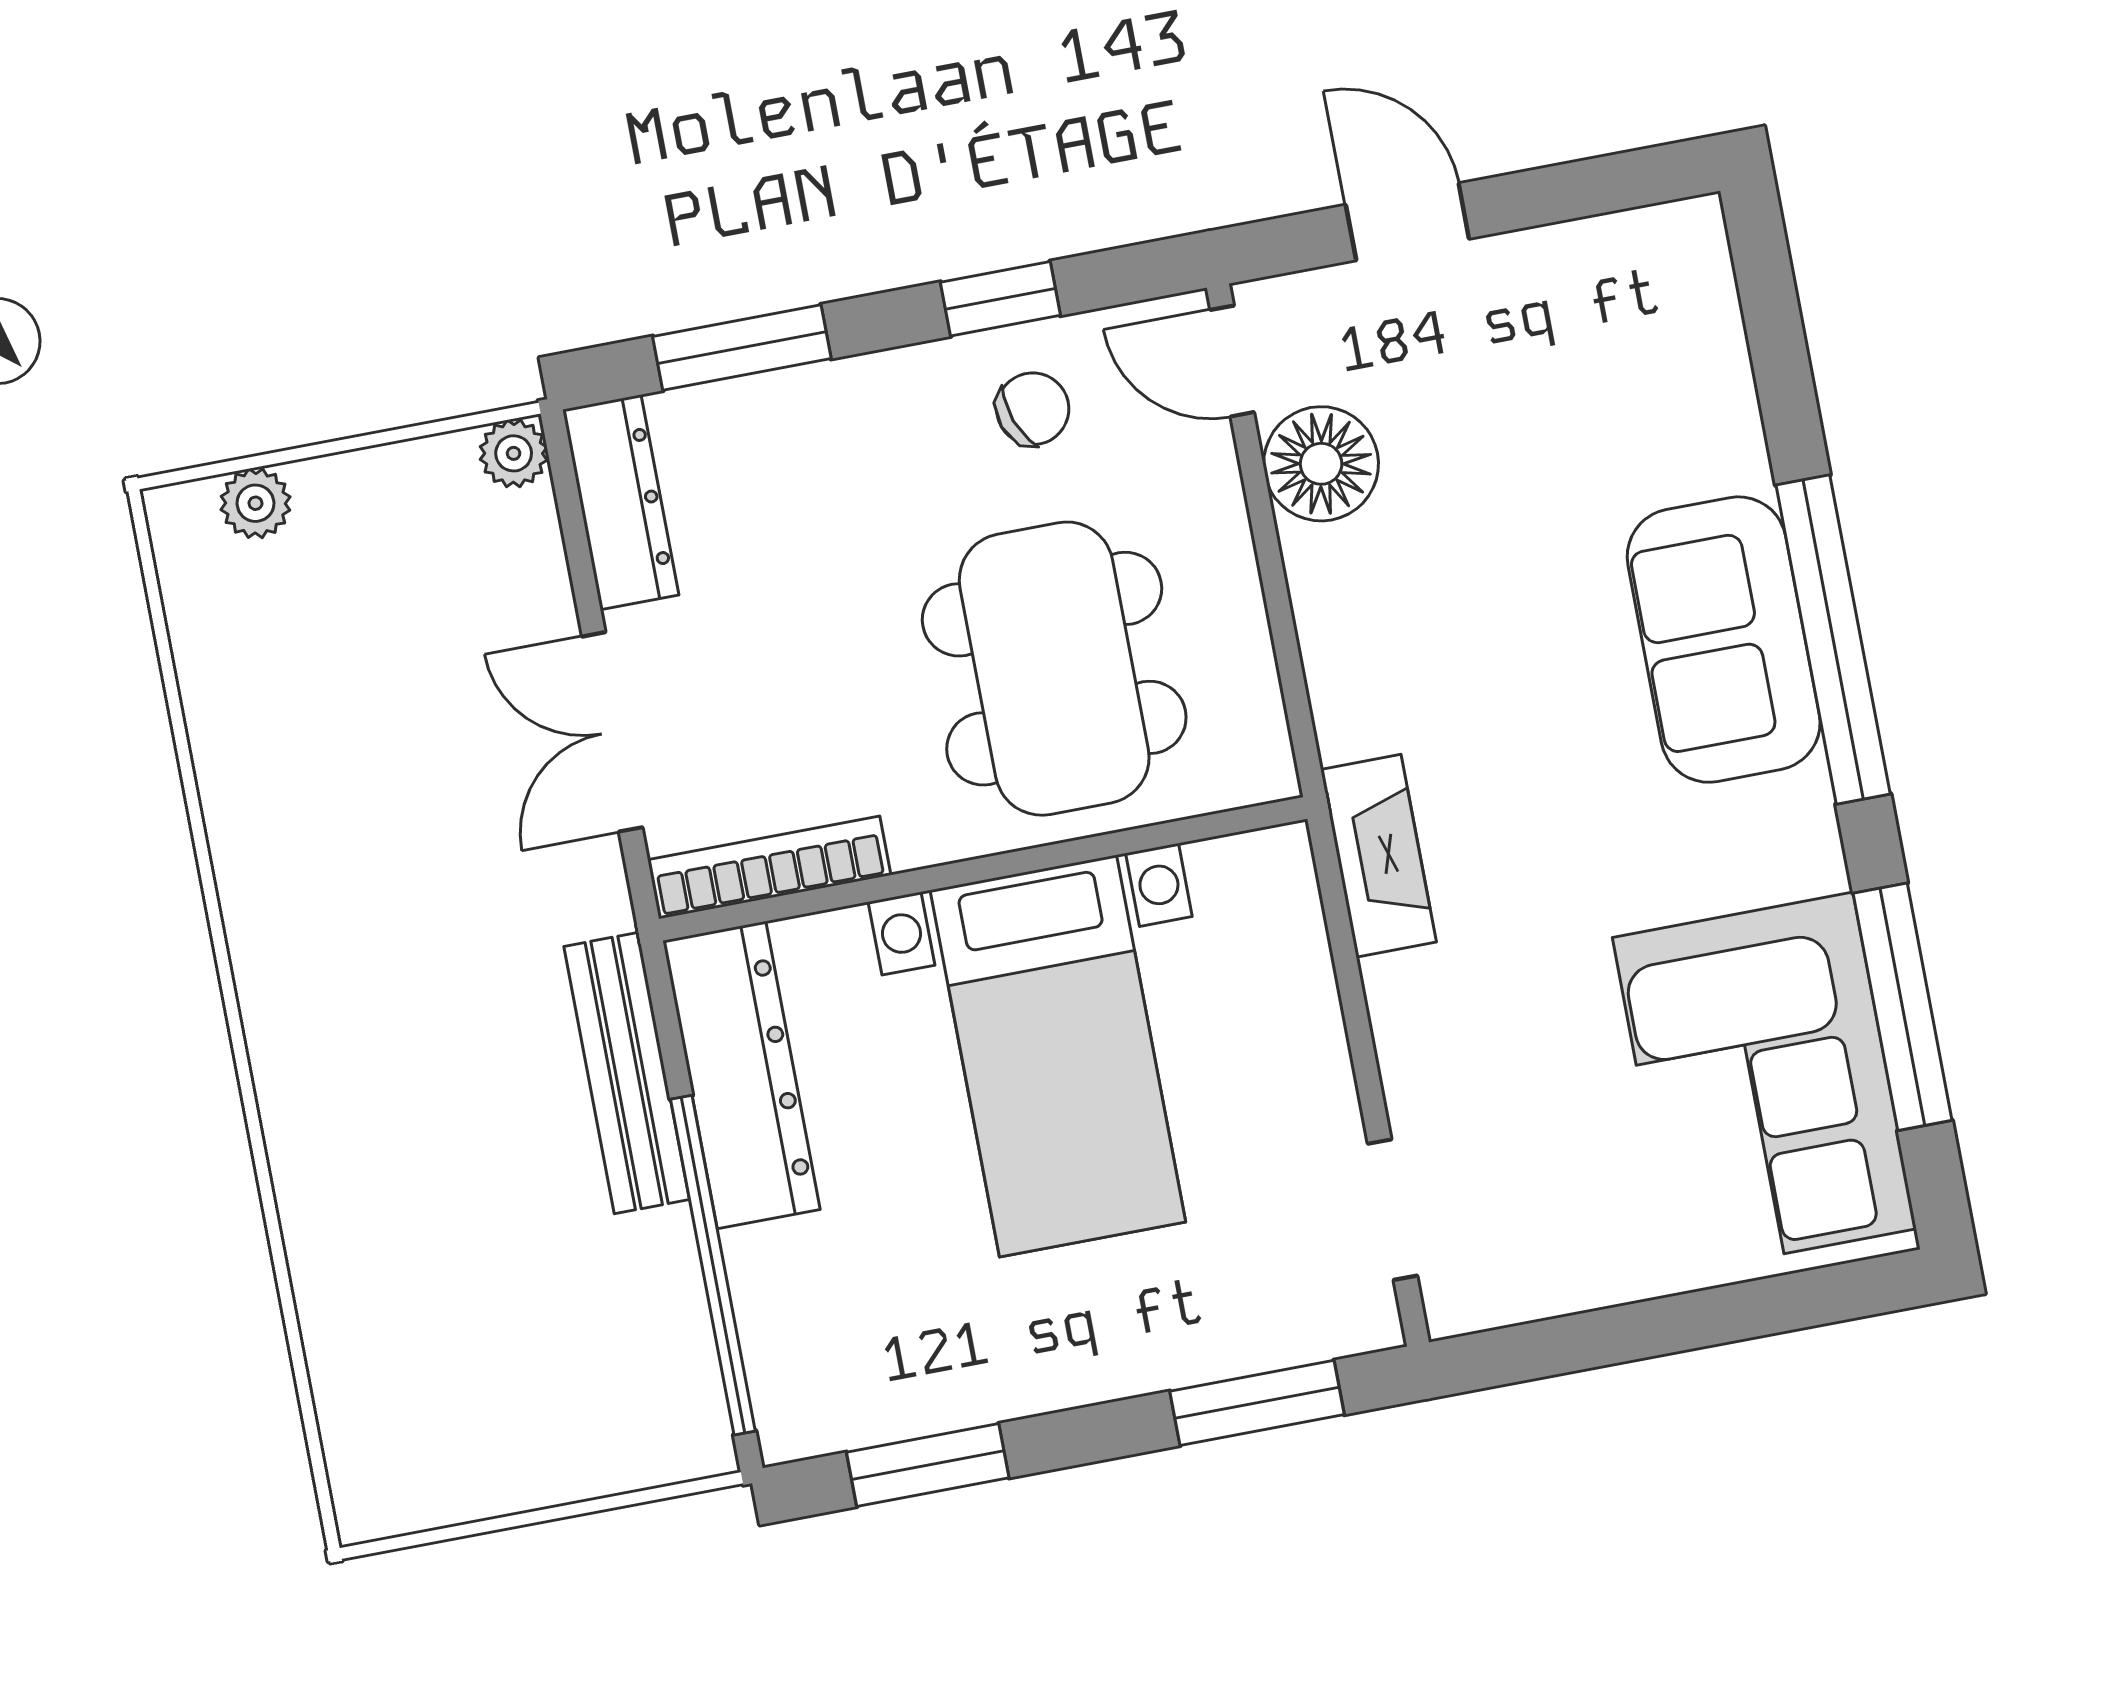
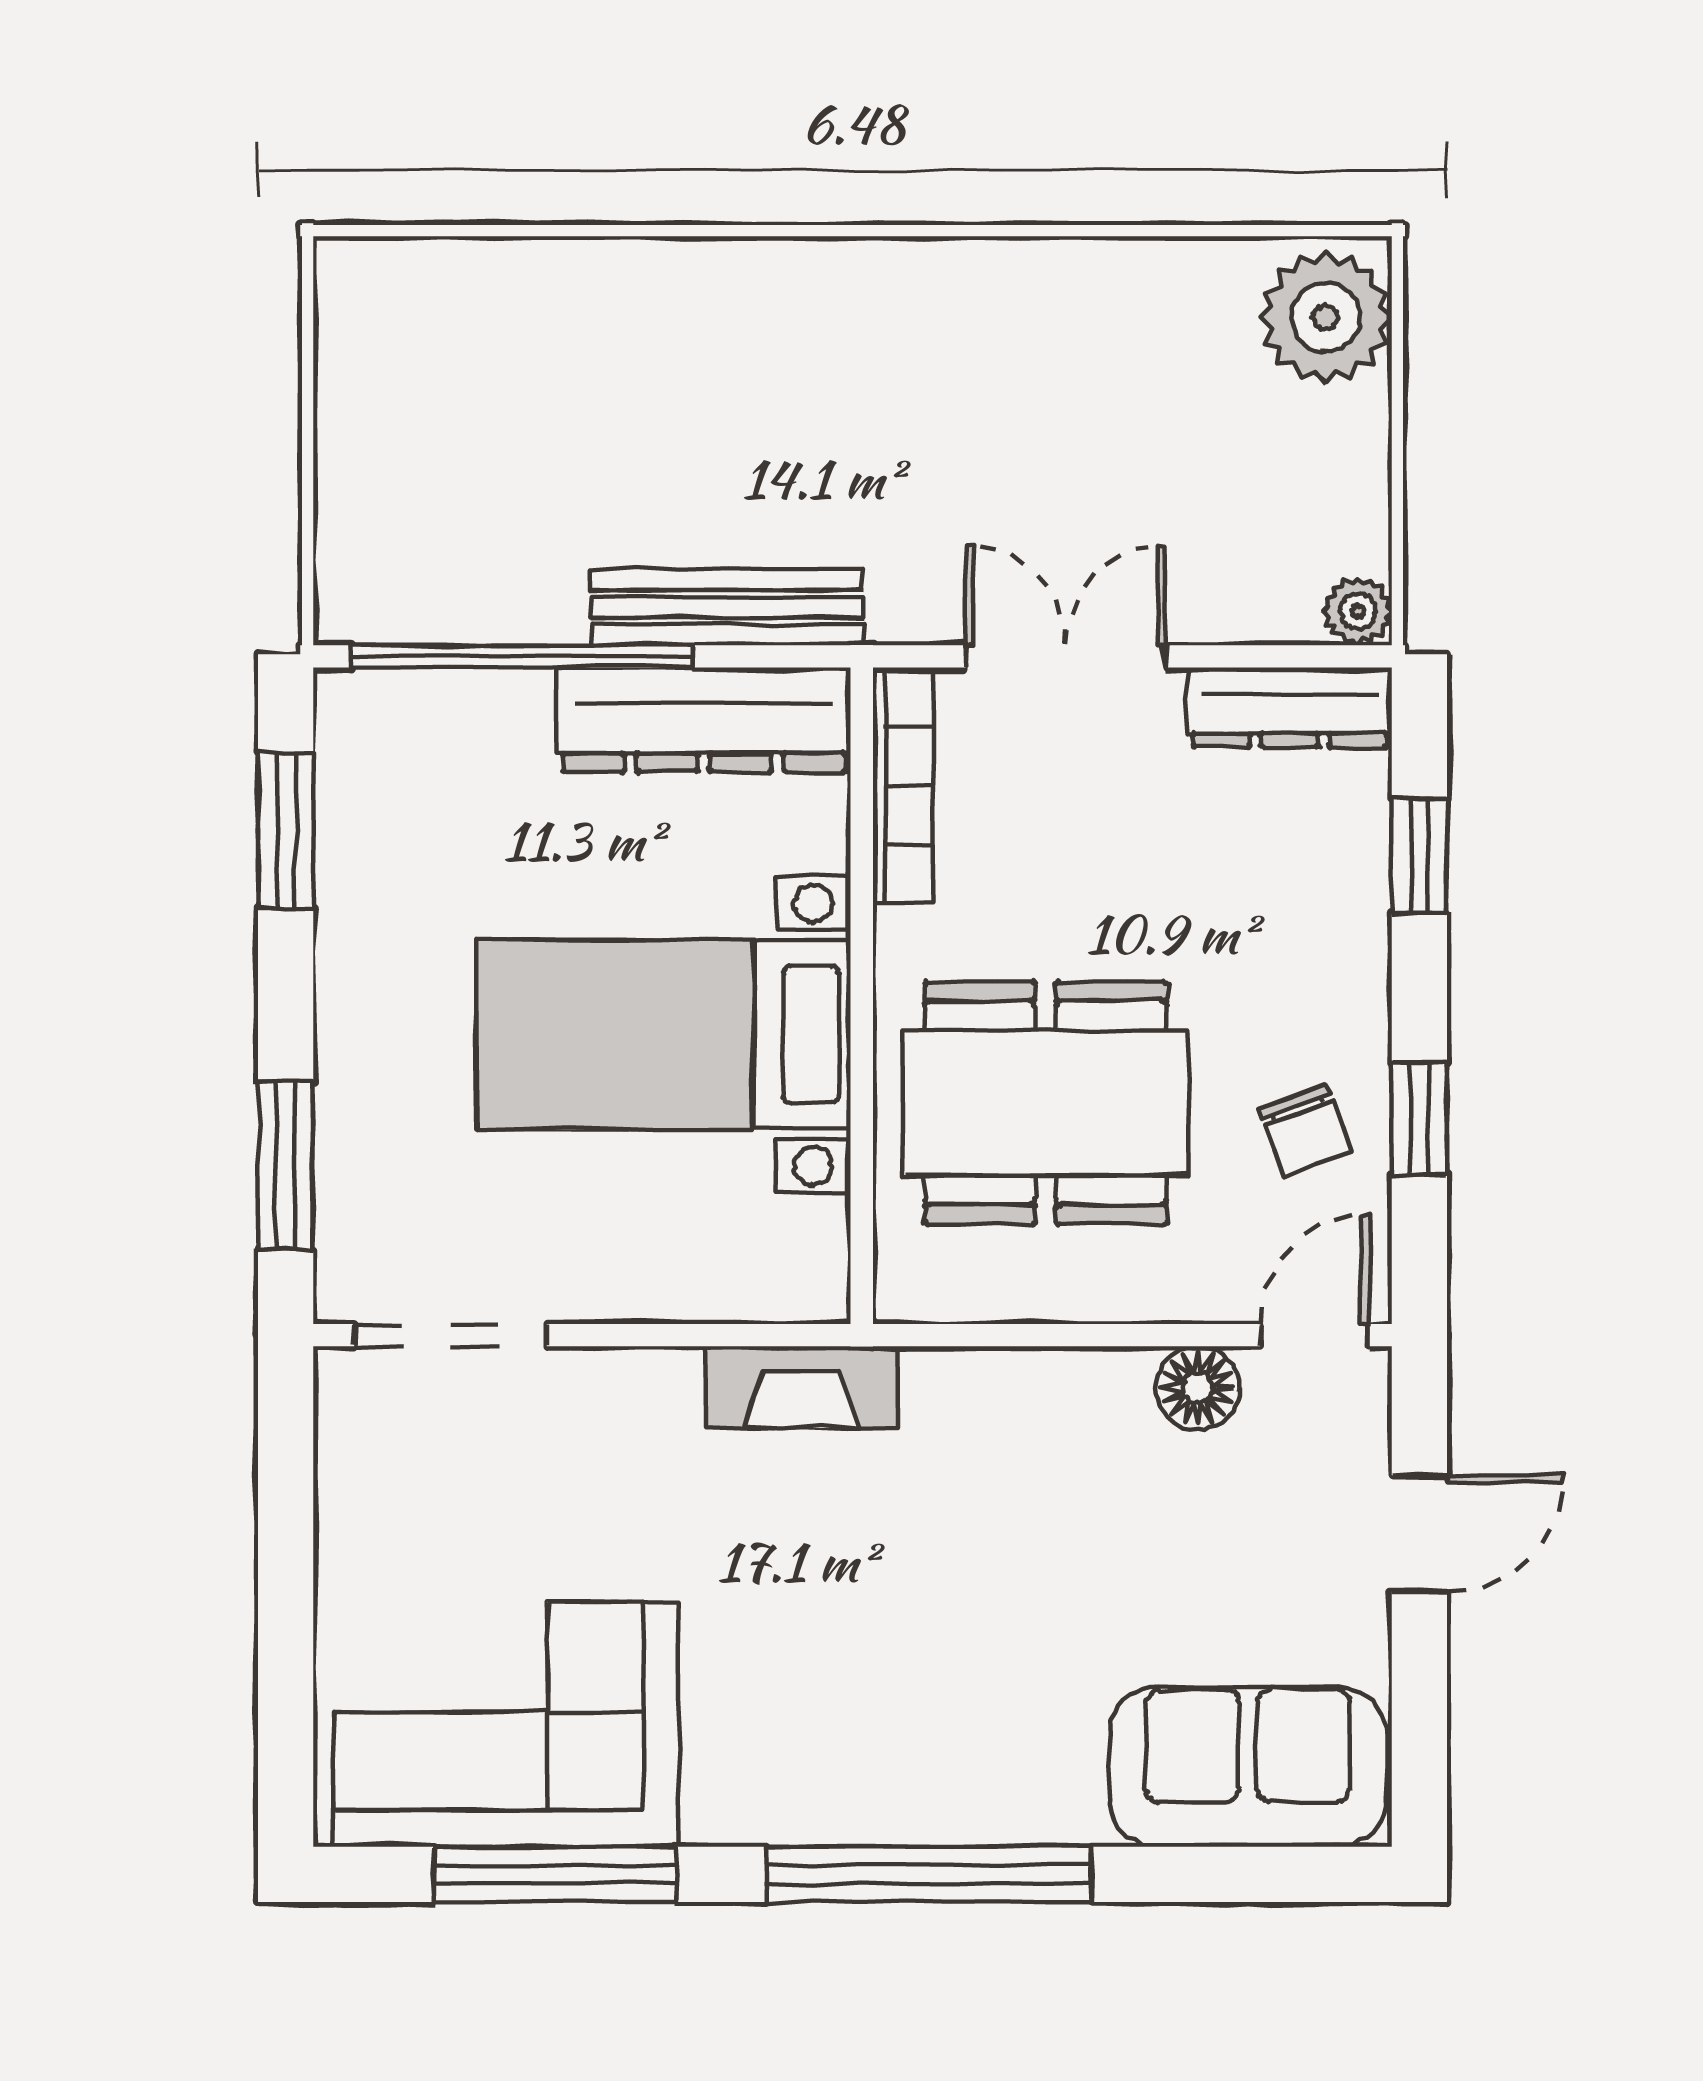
window: (742, 348) -> (1419, 855), width x0.67
floor lamp: (1321, 464) -> (1197, 1388), width x0.73, depth x0.73
plant: (256, 503) -> (1326, 317), width x1.88, depth x1.88
sofa: (1724, 640) -> (1248, 1767), moved
doorway: (1393, 1210) -> (451, 1335), width x1.38

